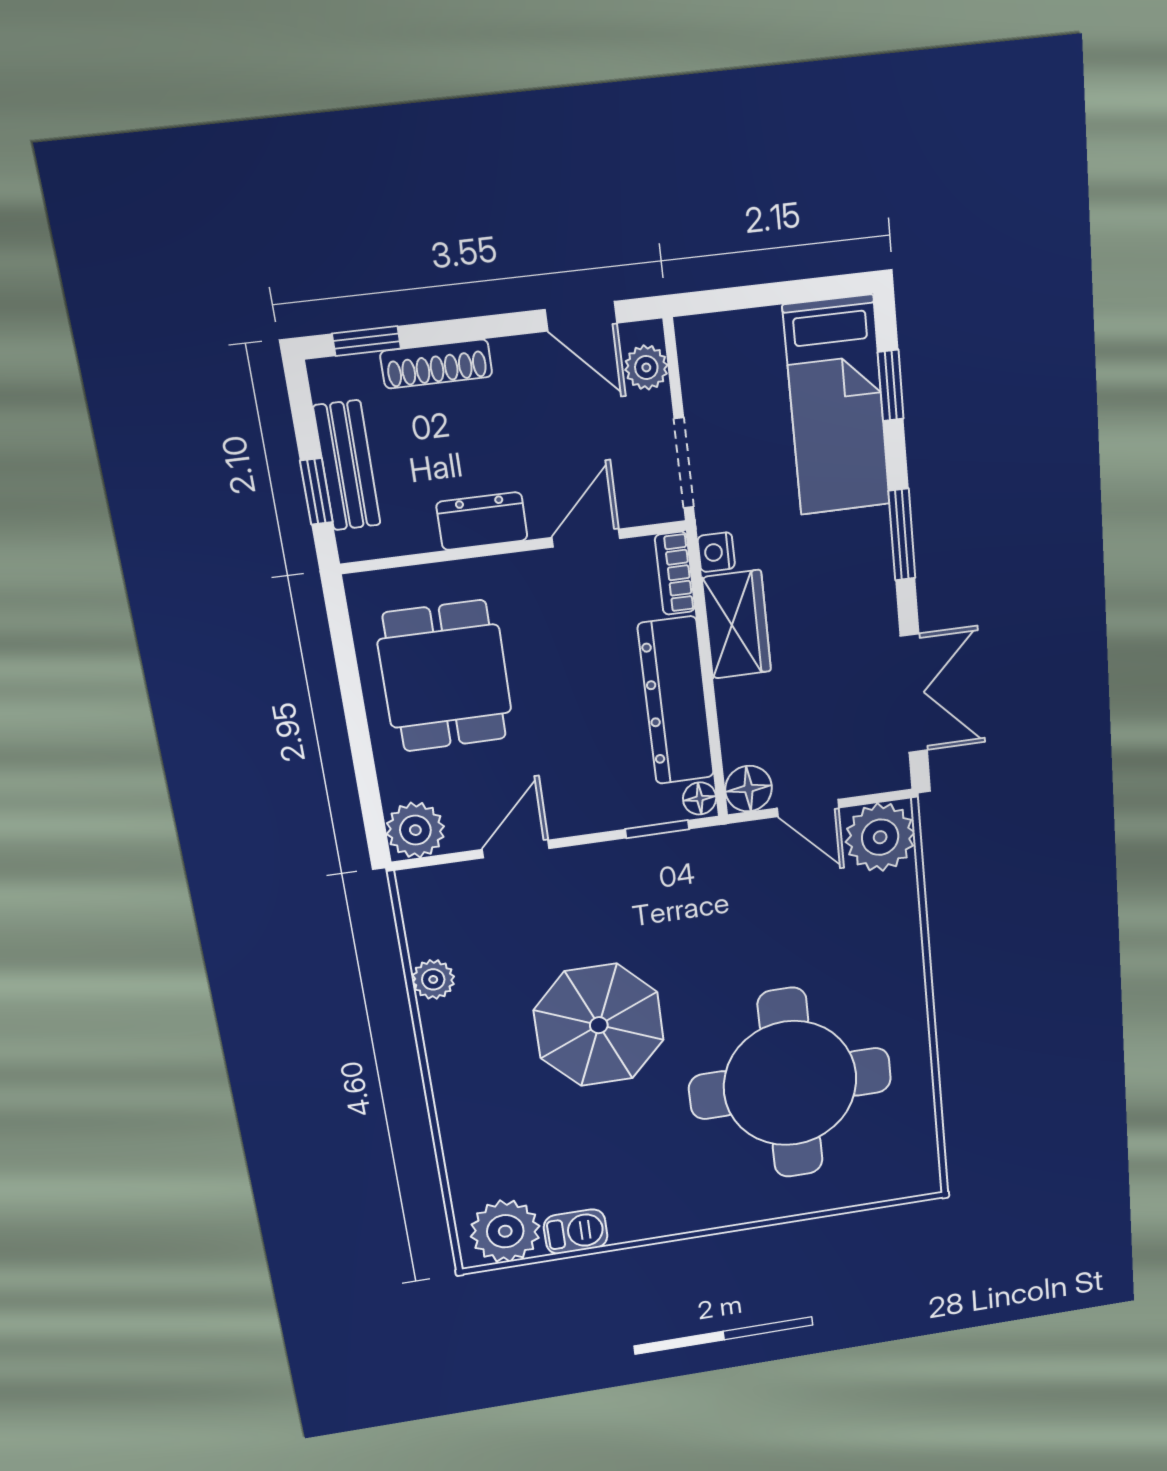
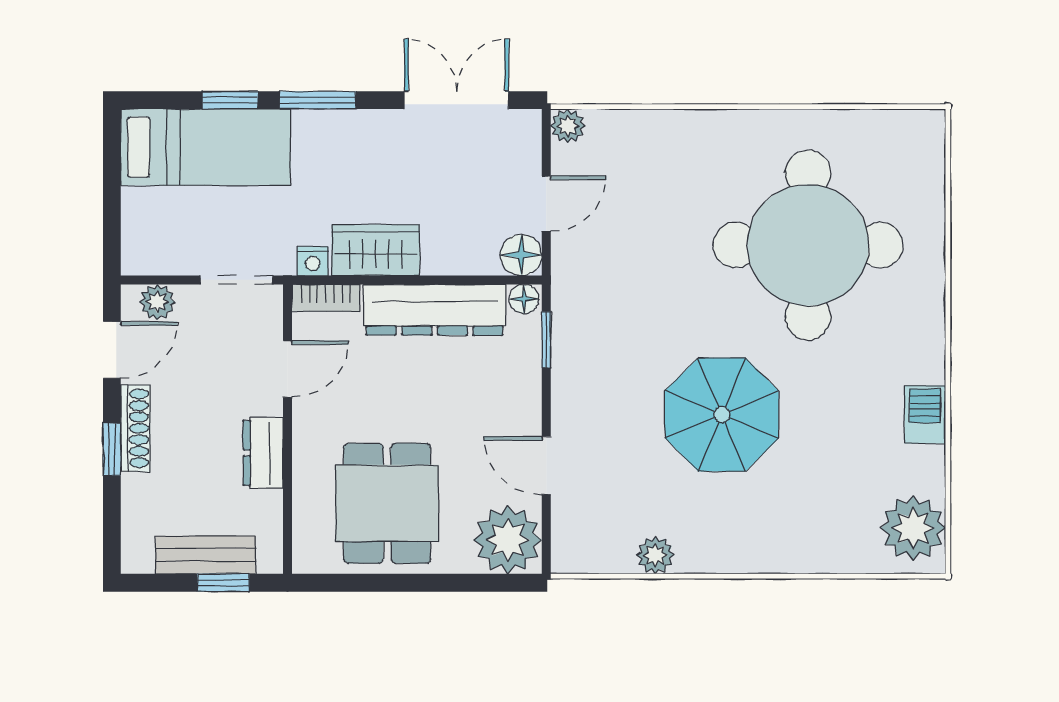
window: (367, 341) -> (112, 450), moved
shoe rack: (436, 364) -> (135, 428), moved
window: (891, 386) -> (230, 100), moved
door: (586, 538) -> (287, 369), swing flipped
dining table: (445, 676) -> (387, 503), turned 90
plant: (415, 830) -> (508, 540), width x1.36, depth x1.36
plant: (880, 837) -> (568, 126), width x0.53, depth x0.53
barbecue: (576, 1232) -> (925, 415), moved

